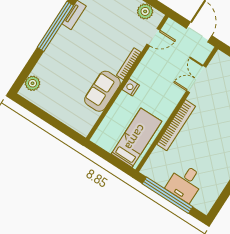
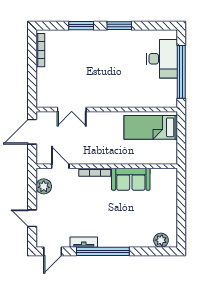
nightstand: (131, 87) -> (113, 158), removed
bookcase: (176, 125) -> (120, 102), removed
desk: (185, 183) -> (162, 59), width x1.37

